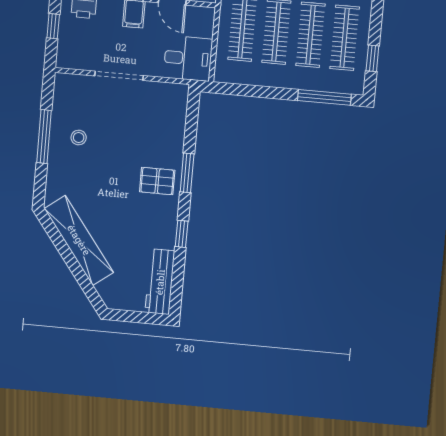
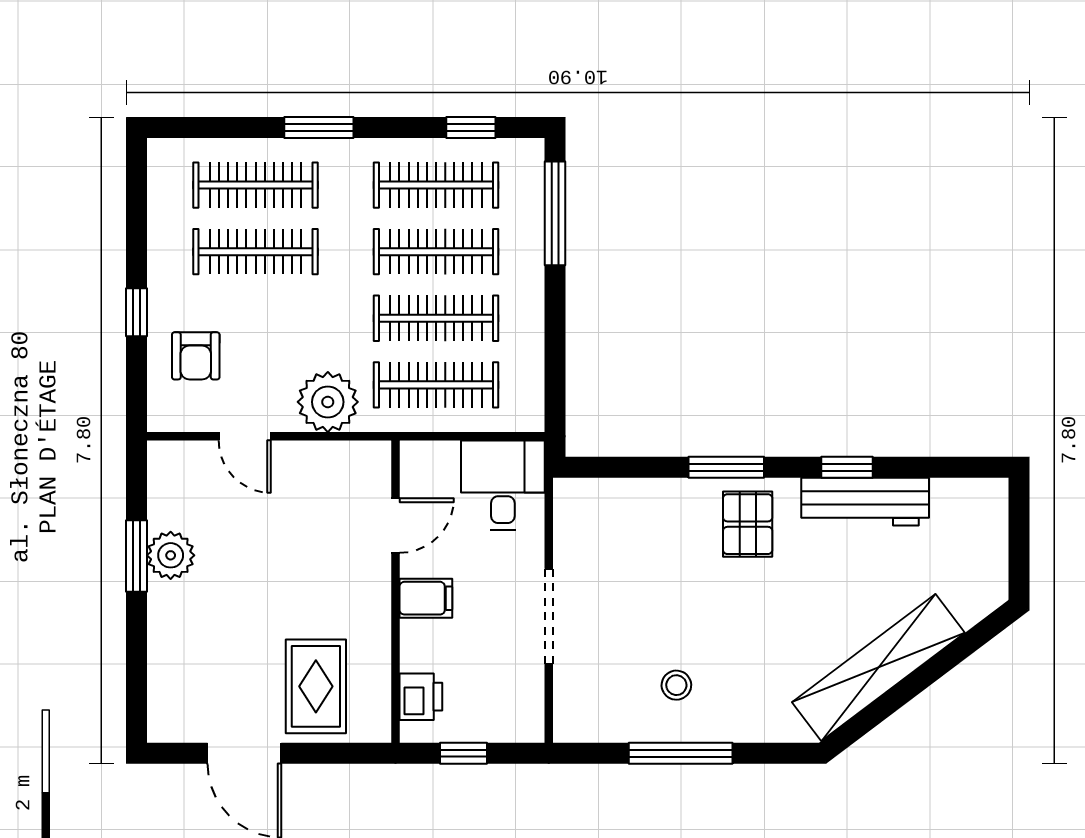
workbench: (160, 282) -> (865, 502), moved

